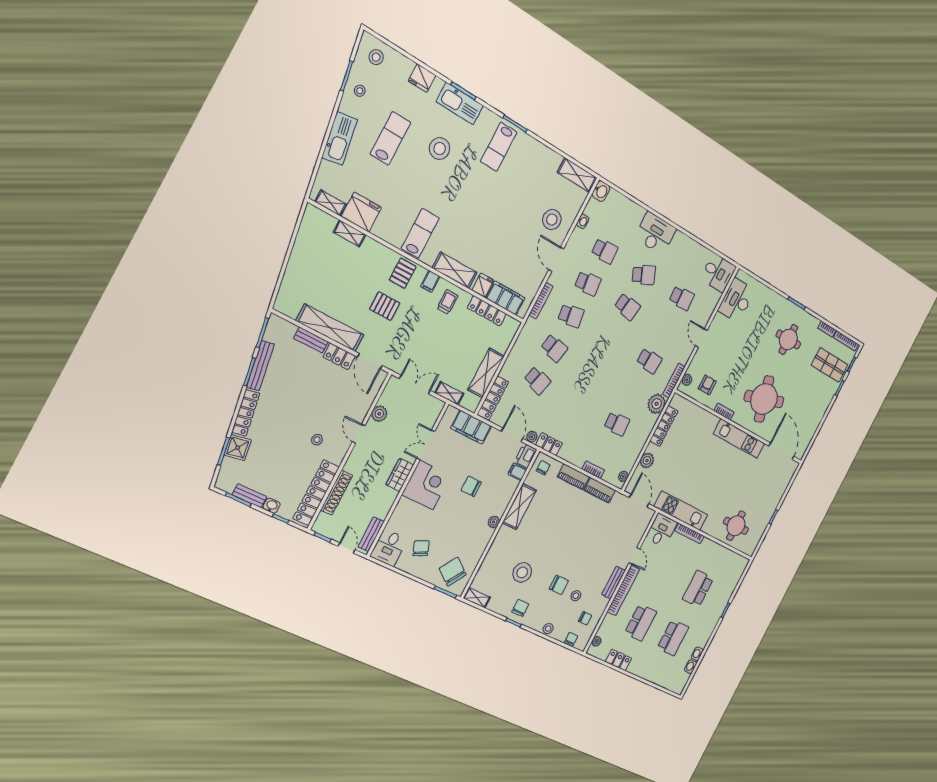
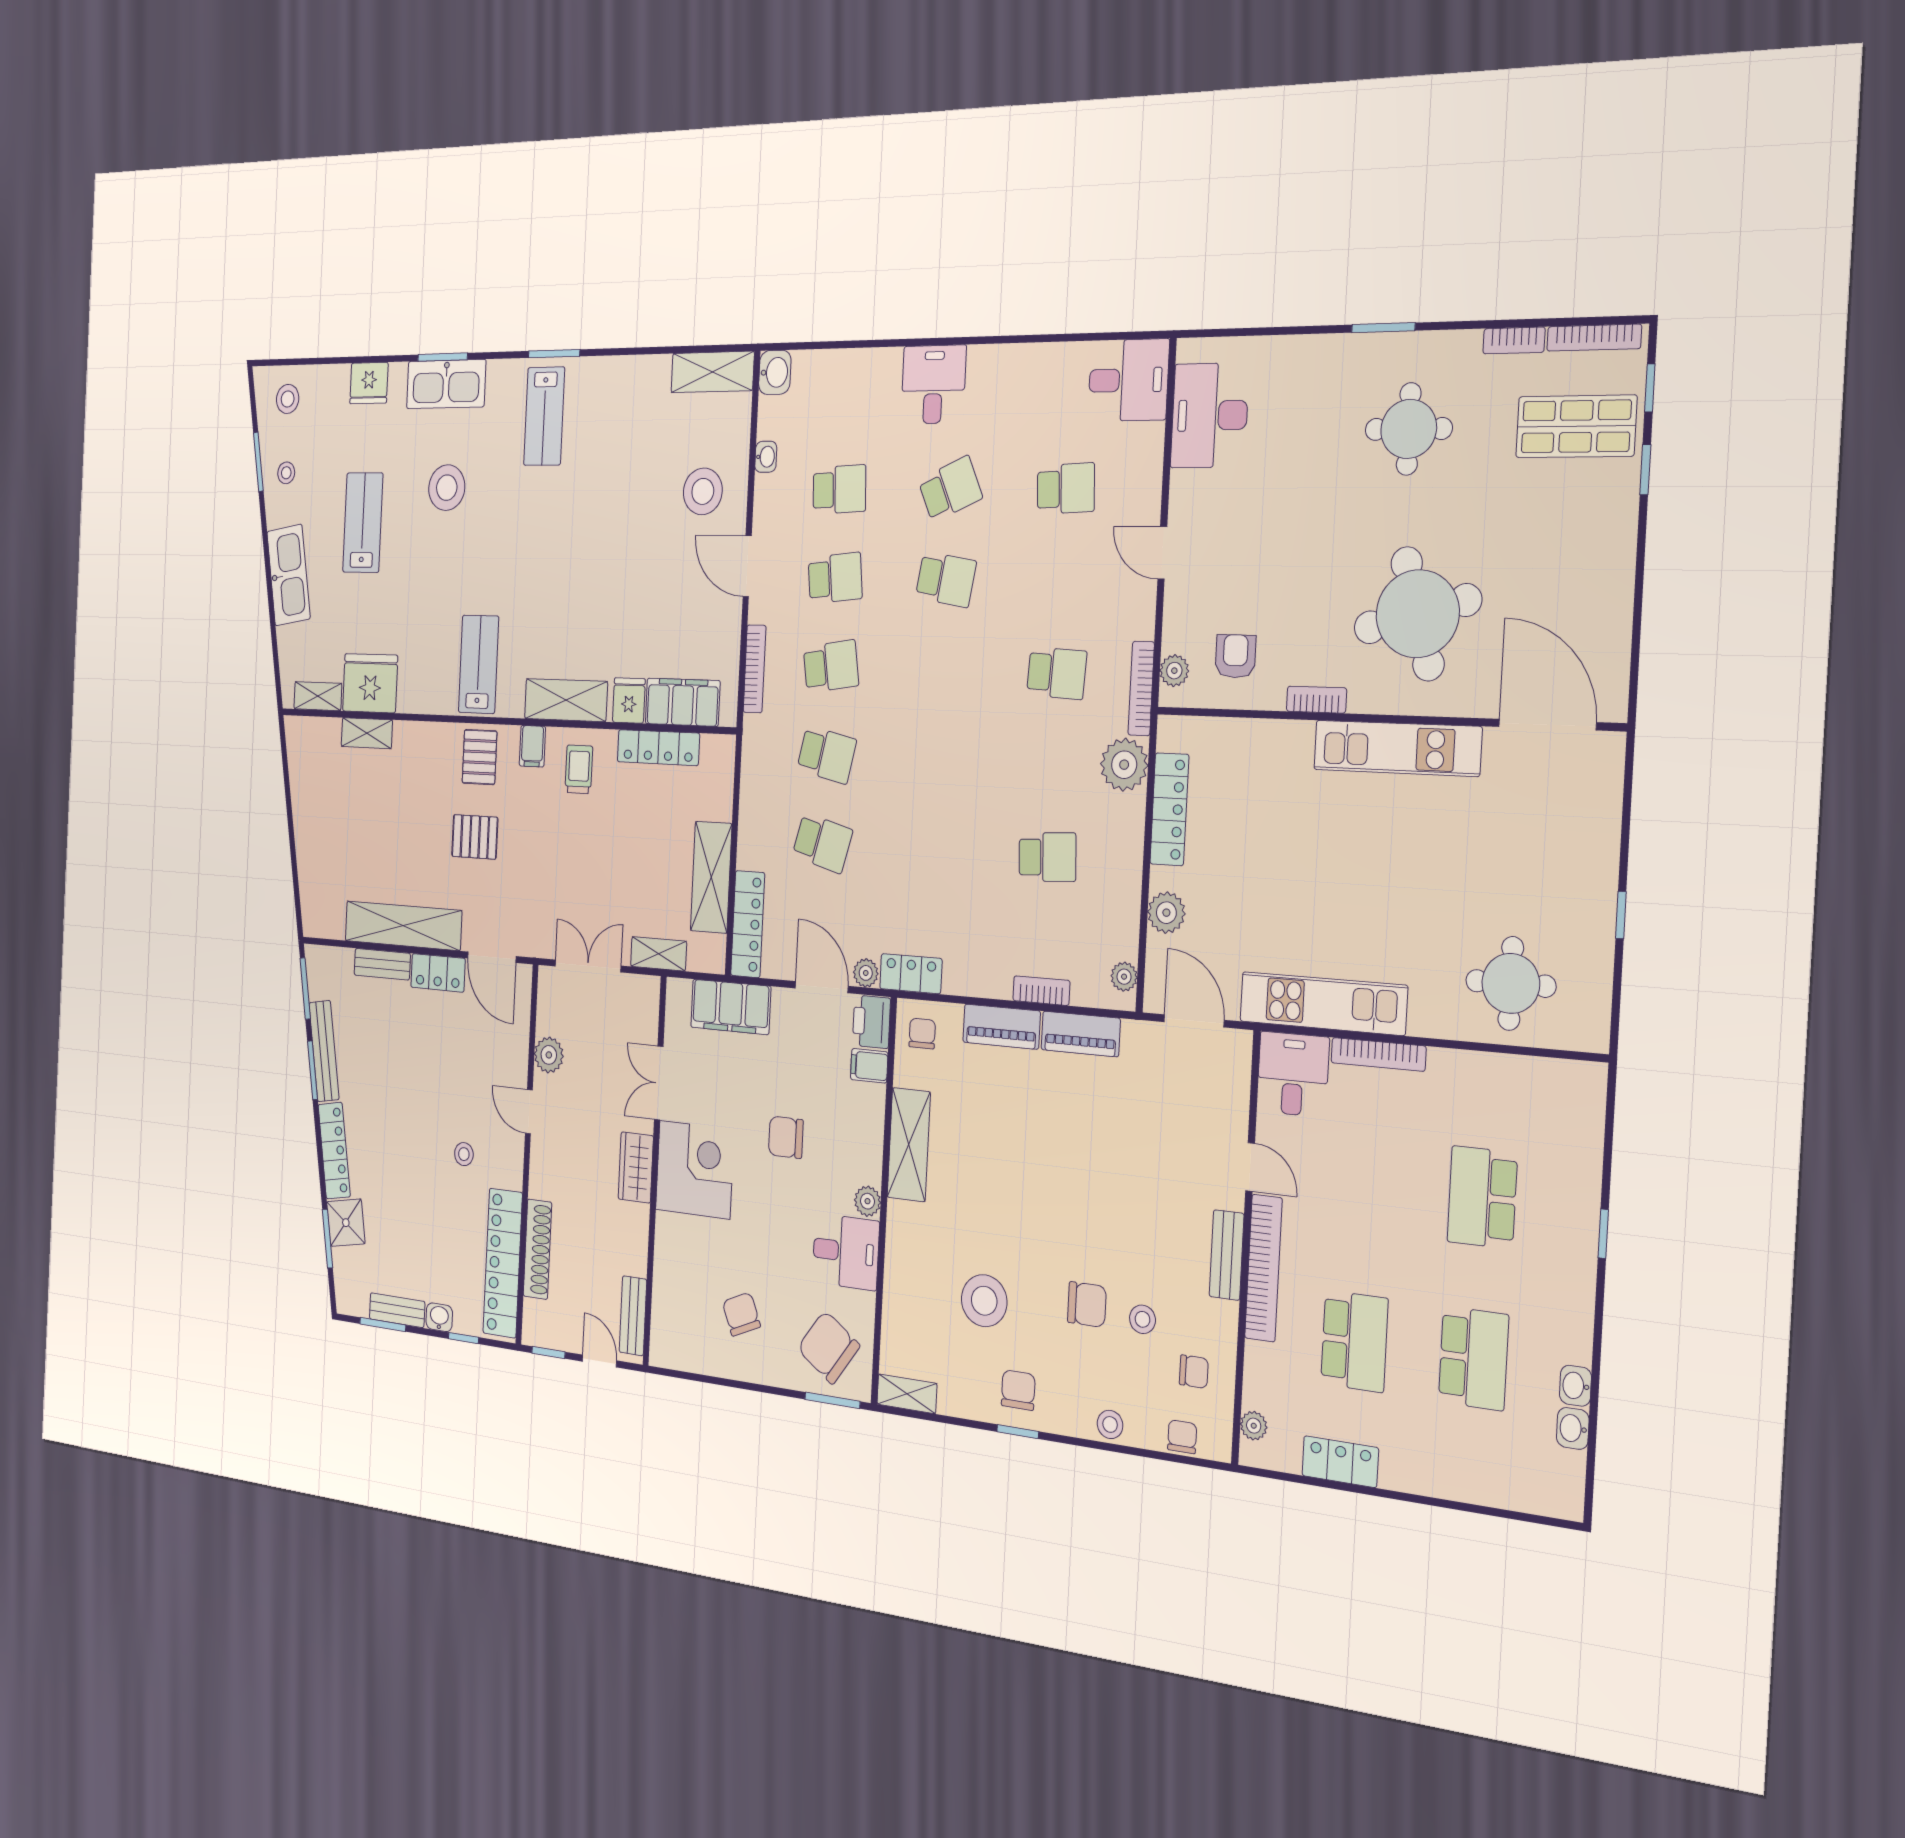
desk: (655, 233) -> (933, 384), width x0.73
desk: (389, 548) -> (846, 1252), moved, turned -90

